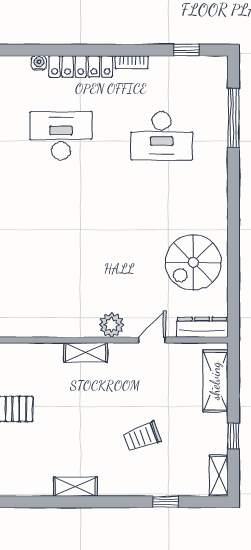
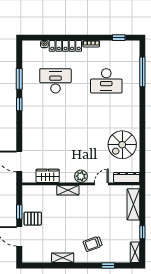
wardrobe: (45, 324) -> (48, 176), added
trolley: (142, 437) -> (93, 244), moved

